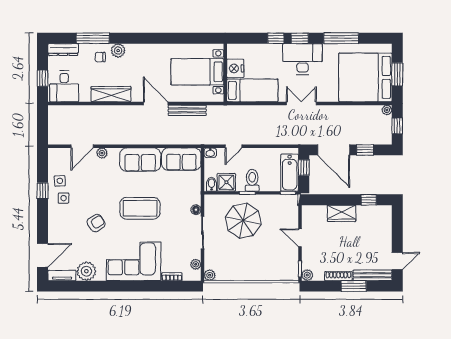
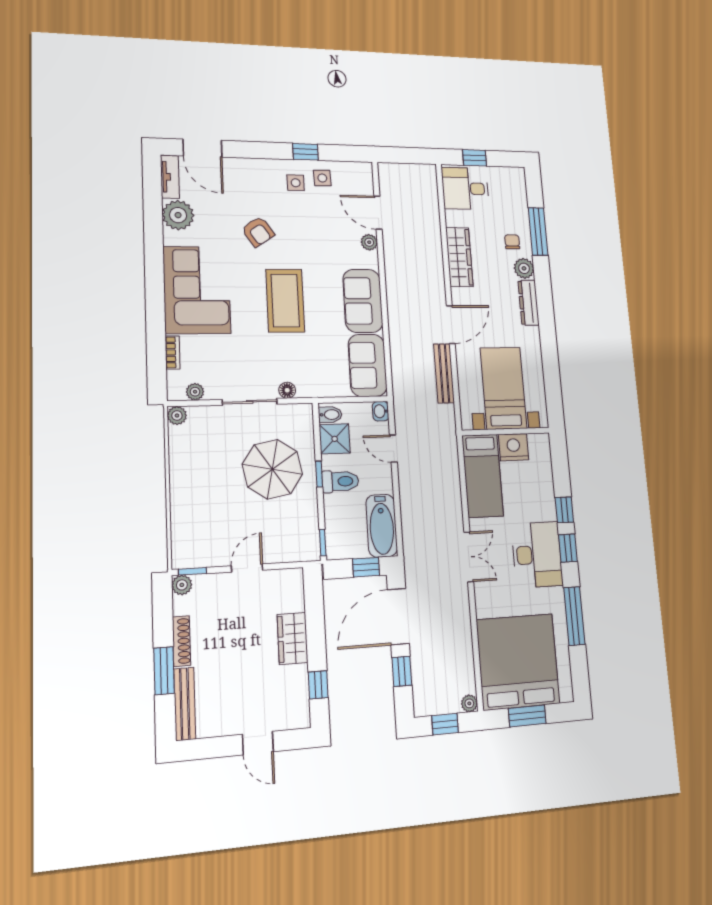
dresser: (63, 50) -> (529, 303), moved
bathtub: (290, 173) -> (382, 526), moved, turned -90
door: (397, 261) -> (258, 743), moved

